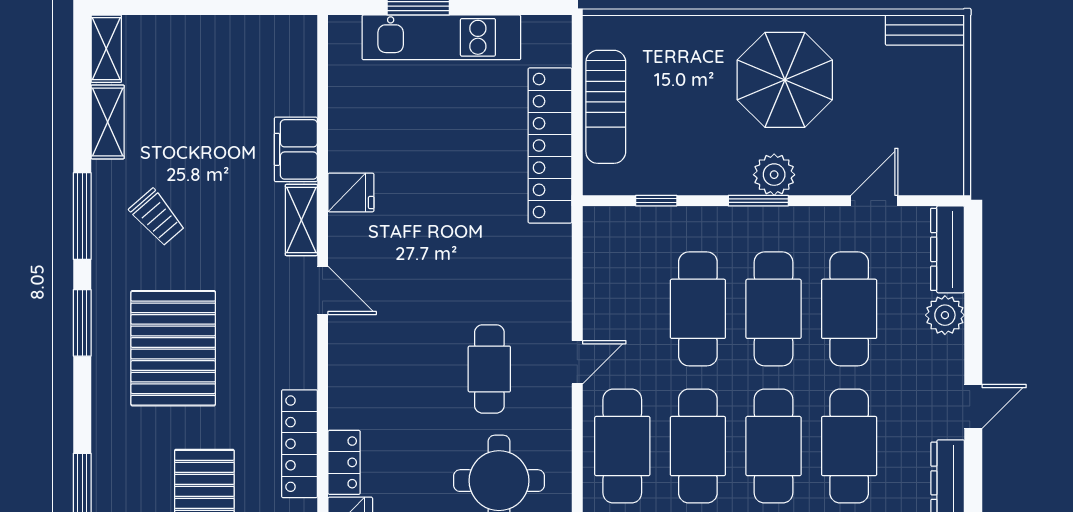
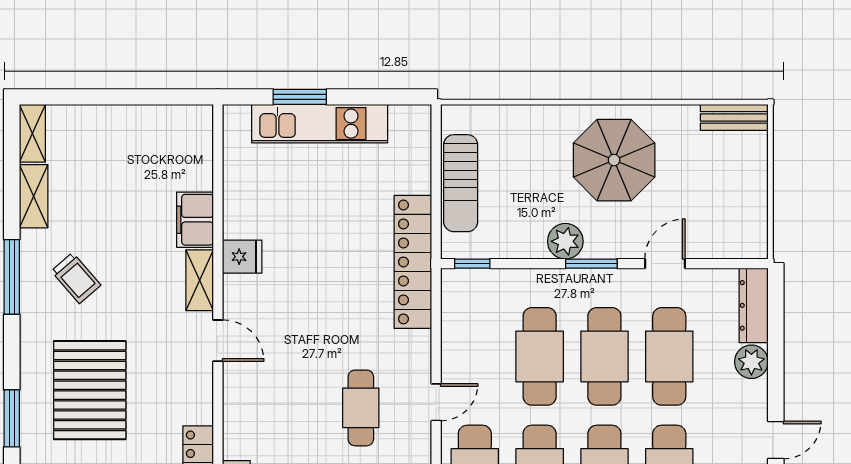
locker: (550, 146) -> (413, 262), moved
plant: (774, 175) -> (565, 241), moved
window: (656, 201) -> (472, 264), moved
door: (874, 201) -> (665, 264), moved
window: (82, 323) -> (12, 418), moved

